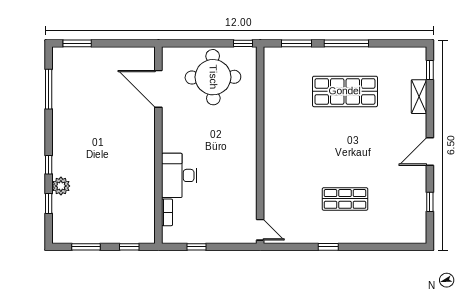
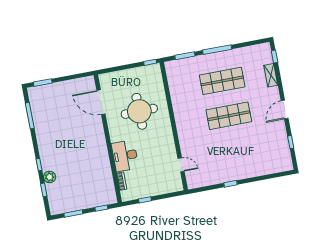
round table: (213, 77) -> (139, 111), moved
shop shelf: (345, 199) -> (229, 116), moved, width x1.43, depth x1.36
door: (260, 230) -> (181, 165), moved

